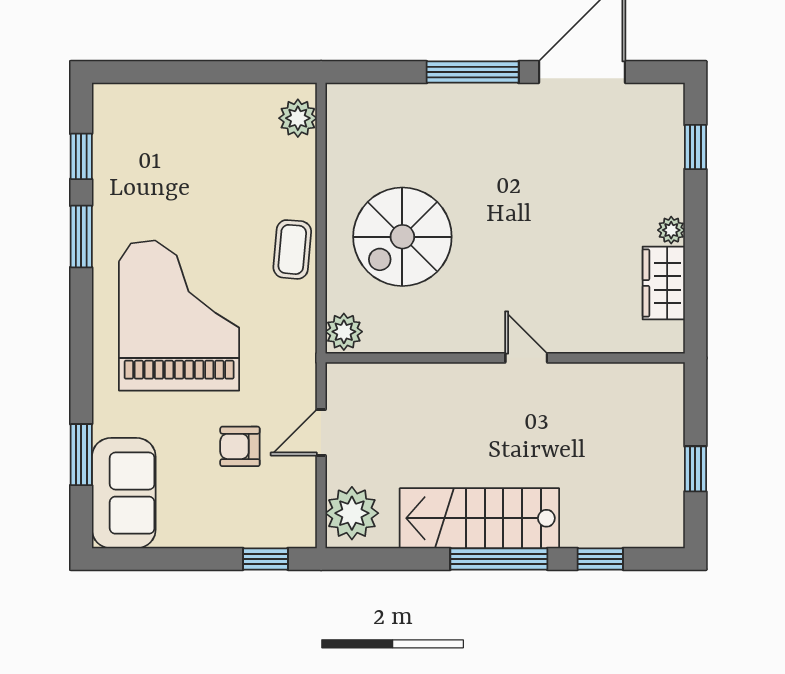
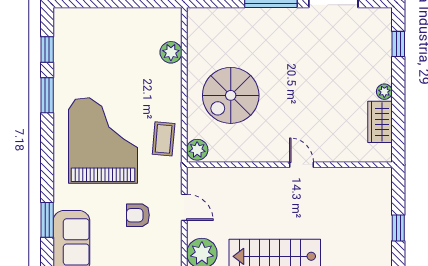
plant: (298, 118) -> (171, 52), moved
coffee table: (292, 249) -> (164, 139), moved
door: (321, 433) -> (184, 207), swing flipped

